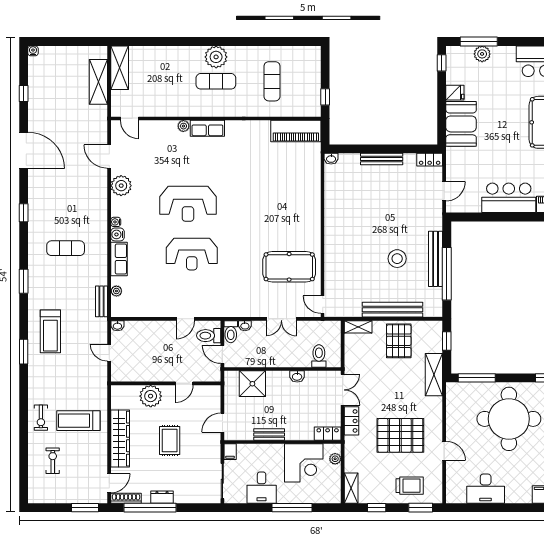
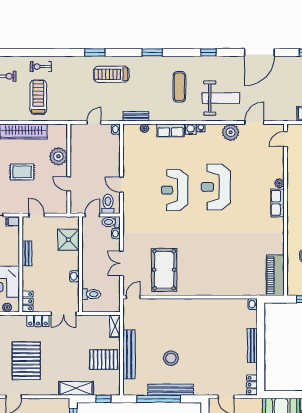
weight bench: (79, 197) -> (221, 98), added

